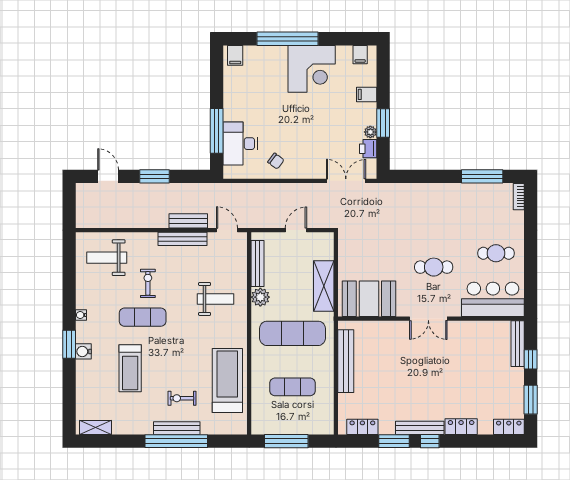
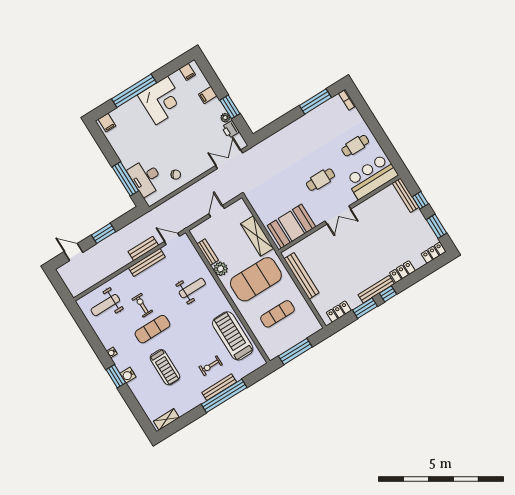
bench: (257, 263) -> (208, 252), width x0.73
exercise mat: (293, 333) -> (256, 279), width x1.47

